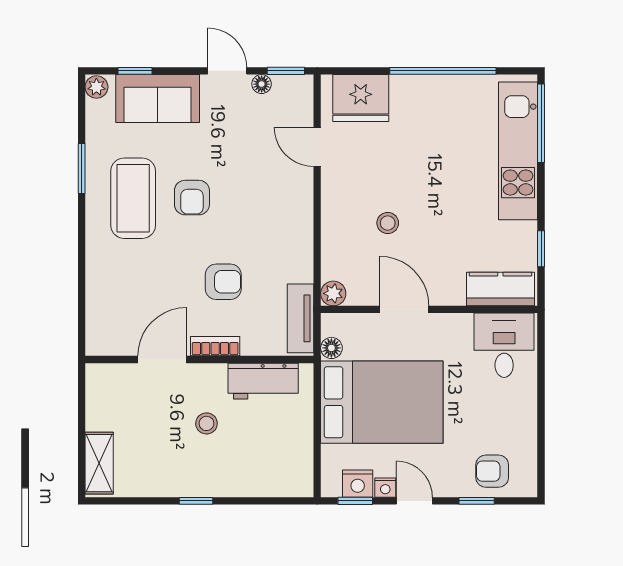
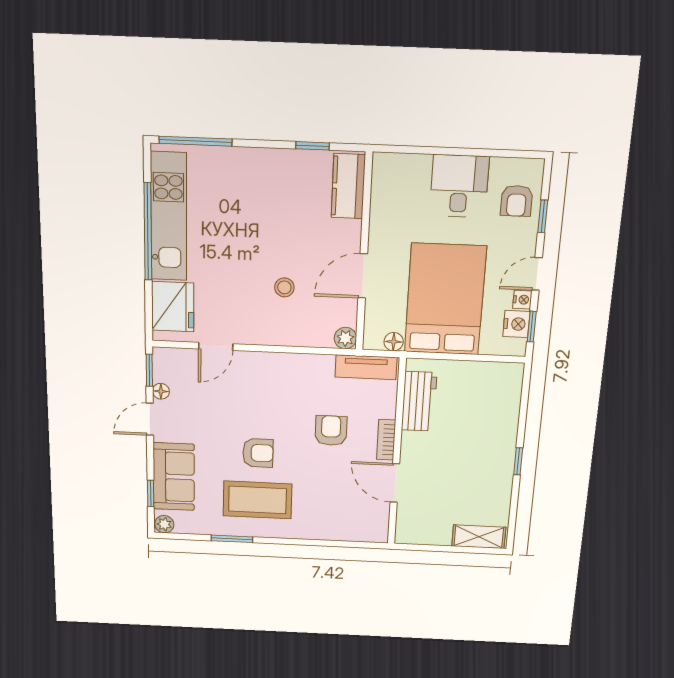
kitchen unit: (518, 151) -> (169, 217), moved, turned -90
desk: (504, 345) -> (459, 186), moved, turned 90
stool: (206, 423) -> (452, 450), removed

